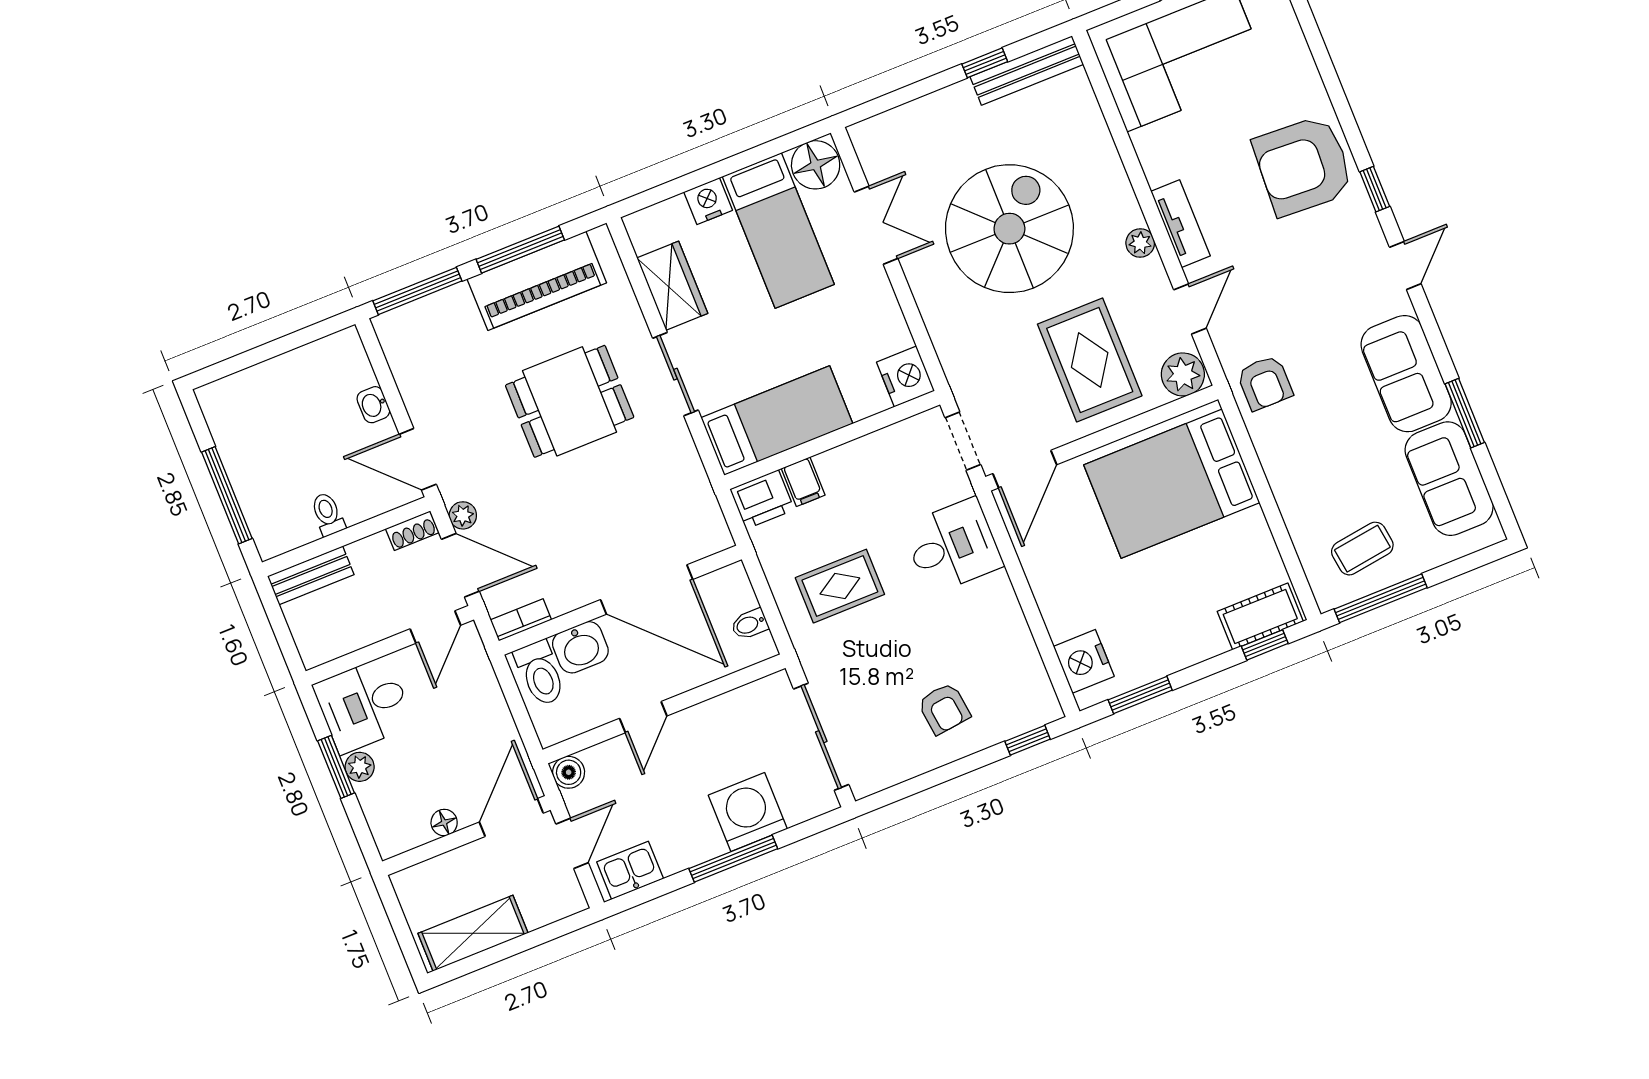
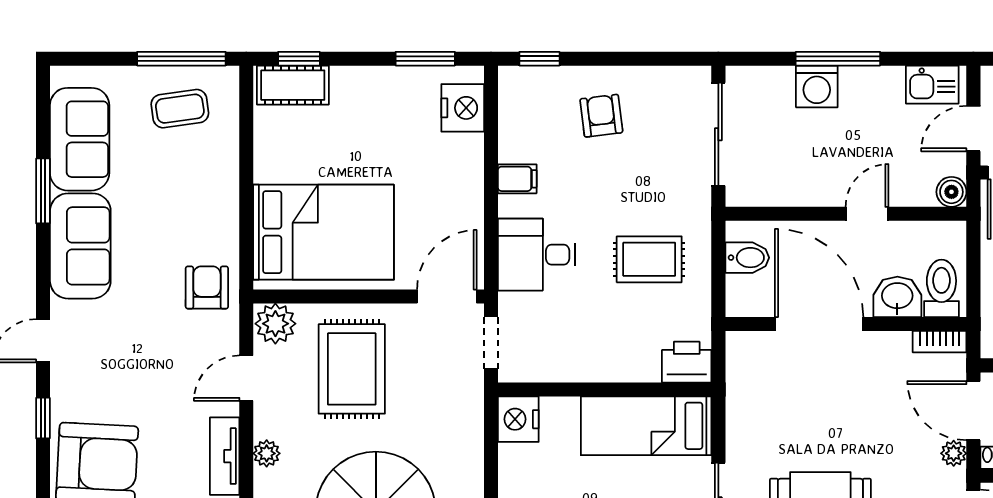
filing cabinet: (803, 482) -> (517, 179), moved, turned 90
bidet: (750, 624) -> (747, 258), width x1.38, depth x1.36
washing machine: (748, 812) -> (817, 86), width x0.73, depth x0.73

